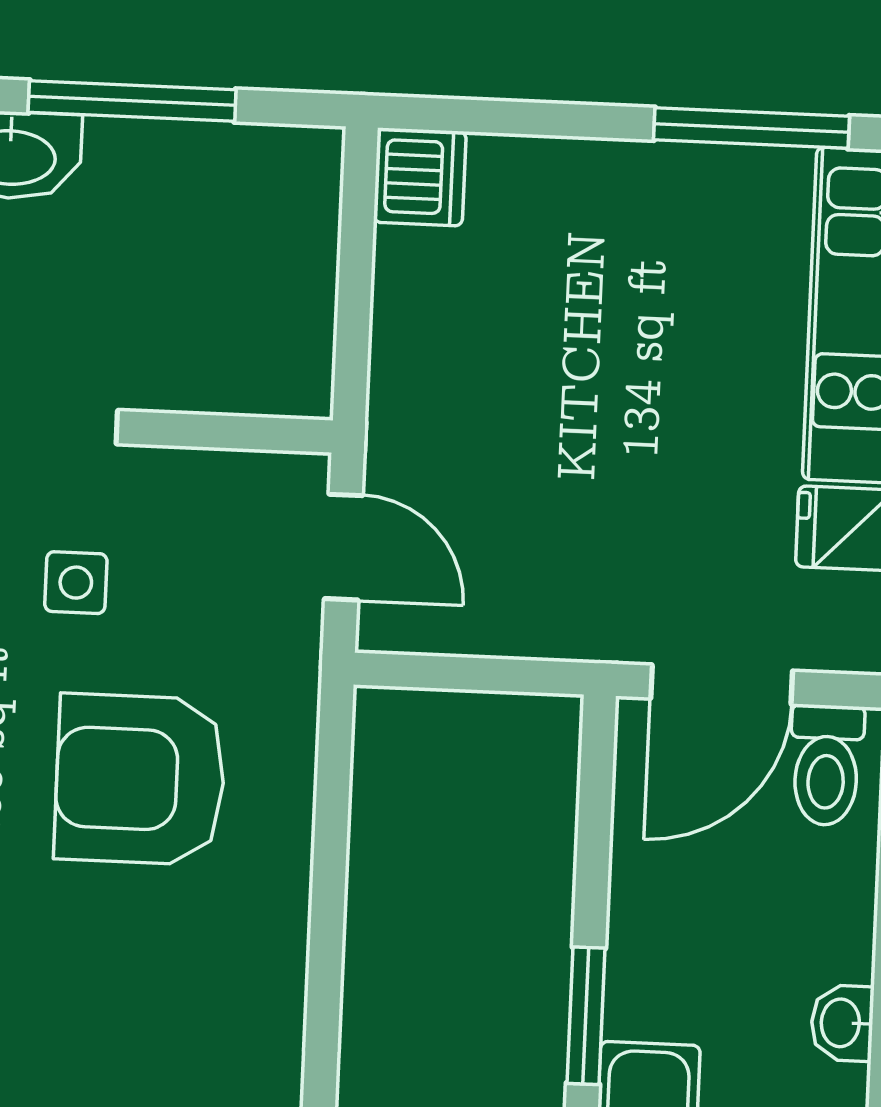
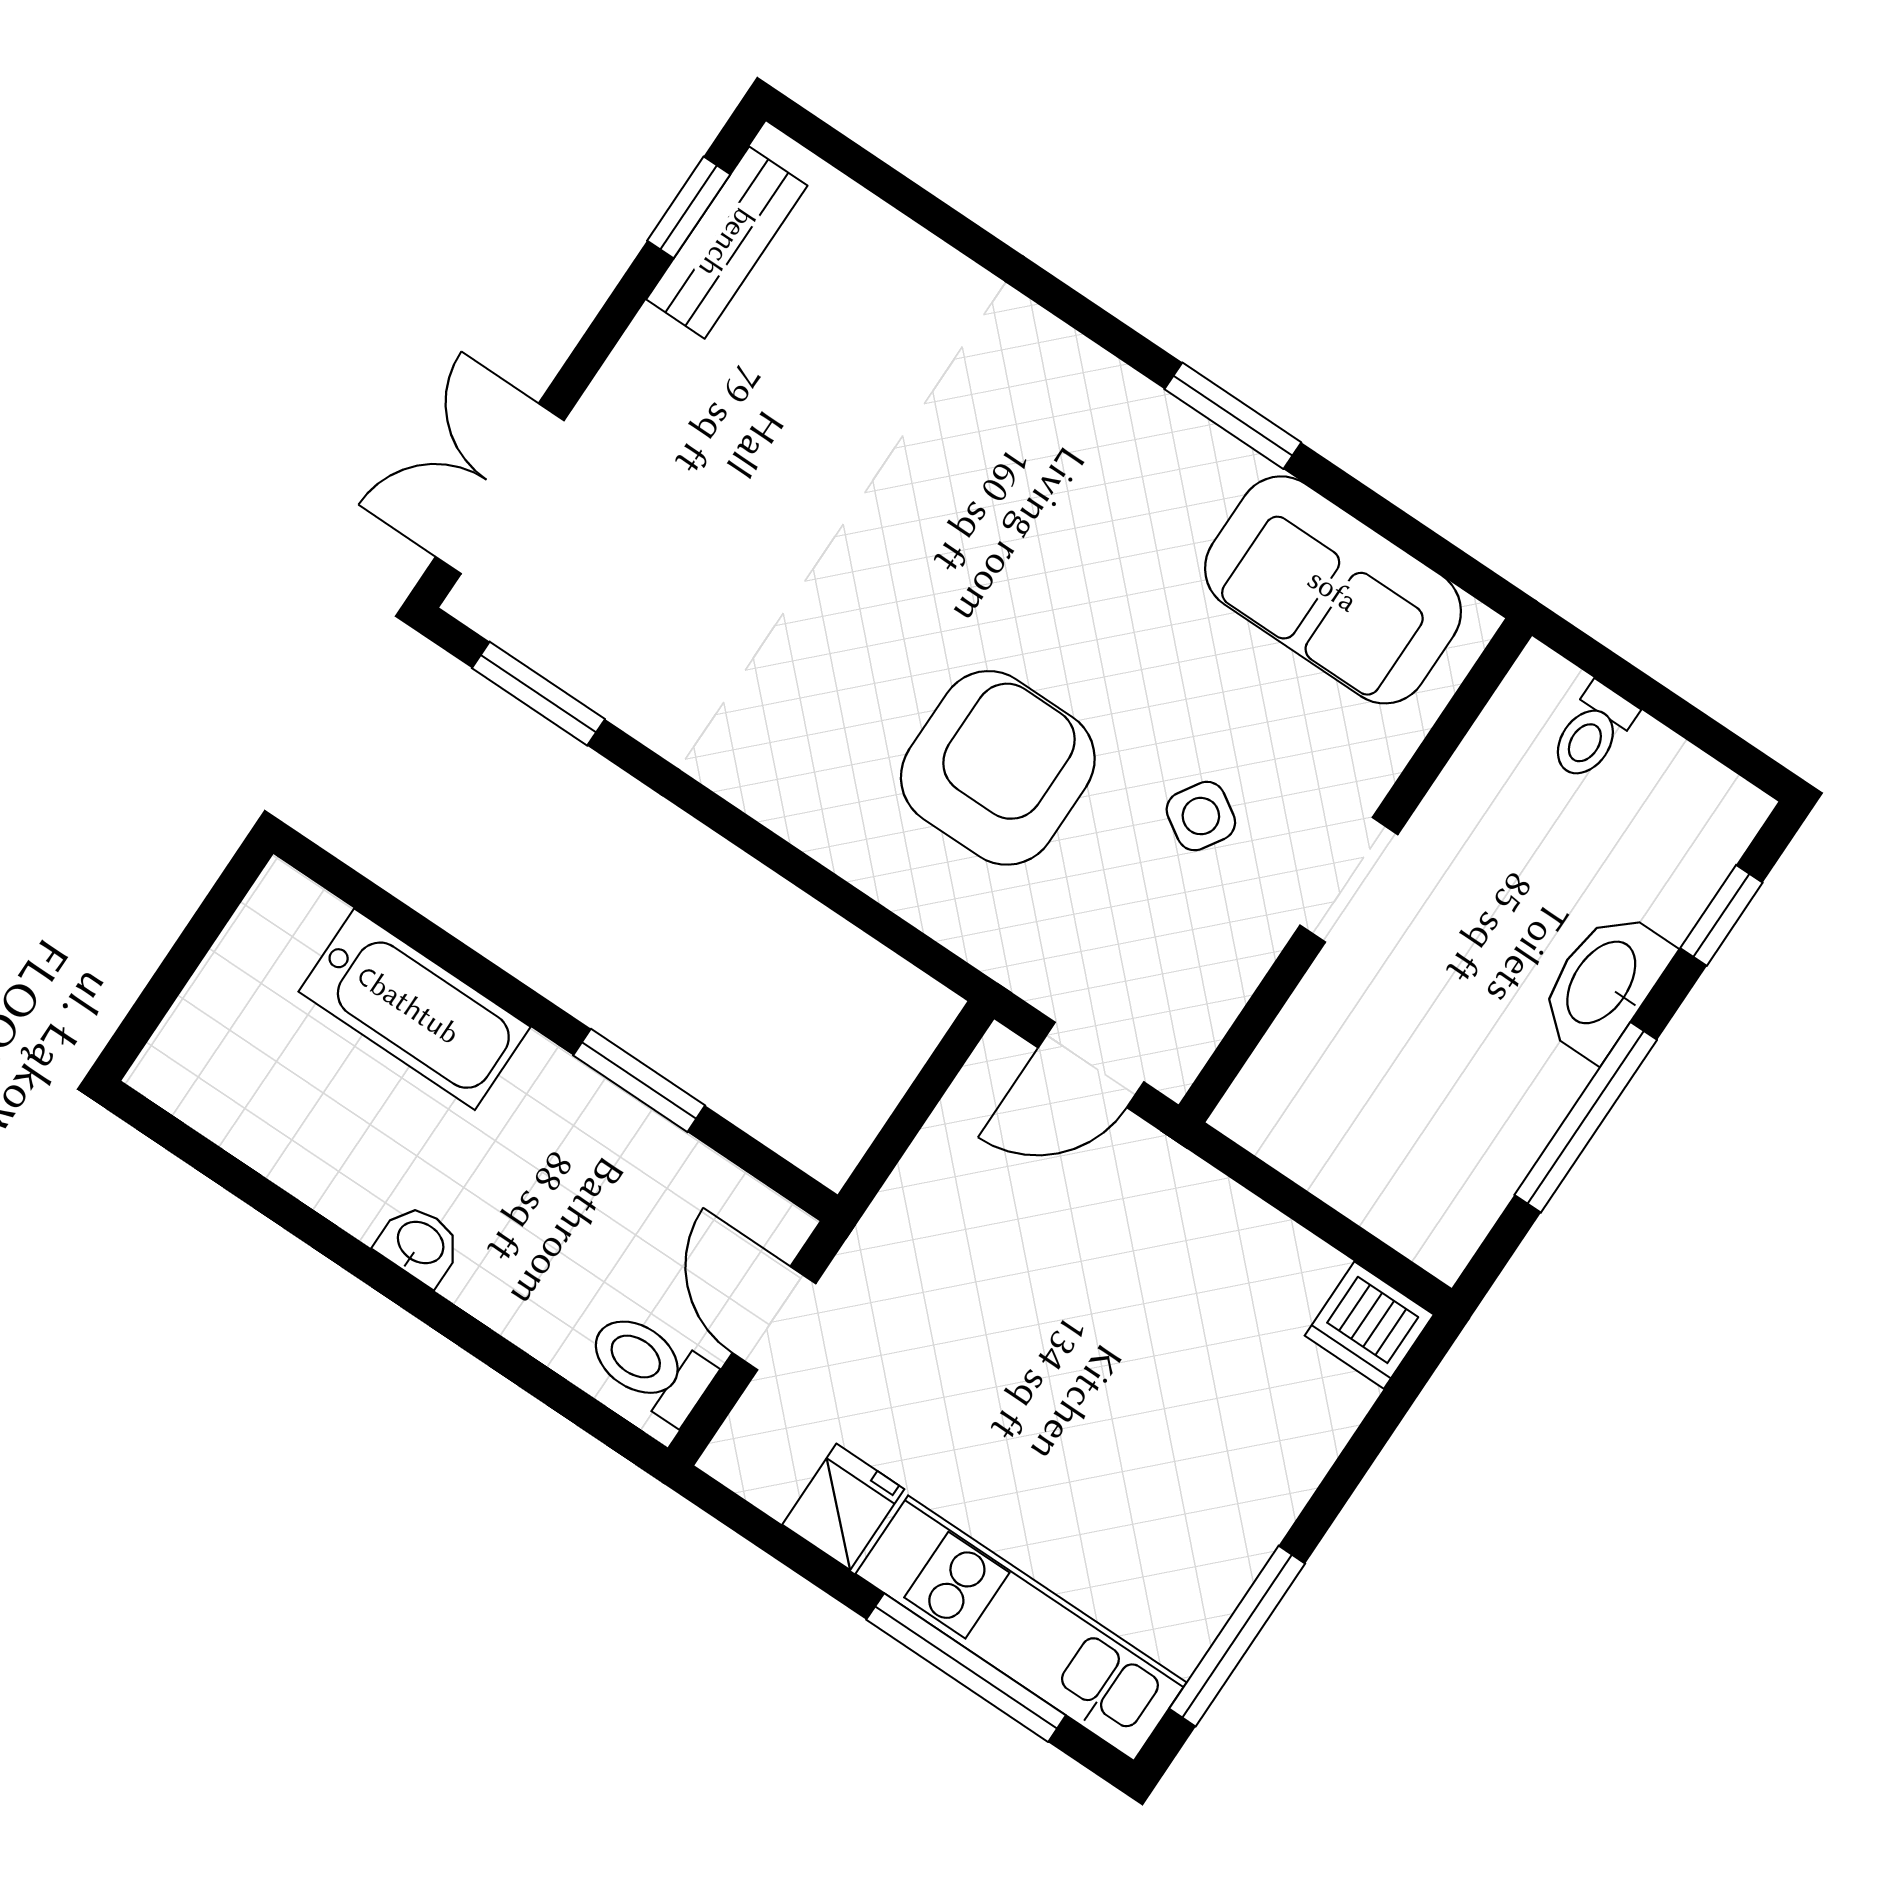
side table: (76, 583) -> (1201, 816), turned 32
door: (722, 685) -> (774, 1318), width x0.73
window: (586, 1016) -> (639, 1080), moved

